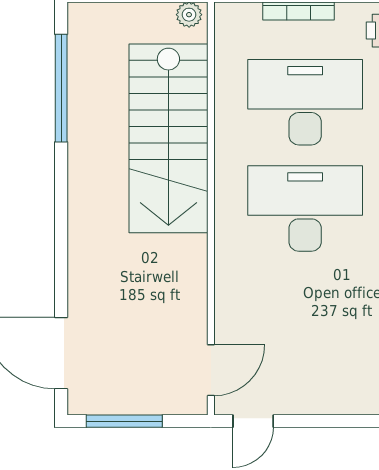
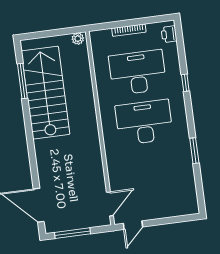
window: (61, 88) -> (22, 81), width x0.68
stairs: (168, 138) -> (46, 93), moved, turned 180

